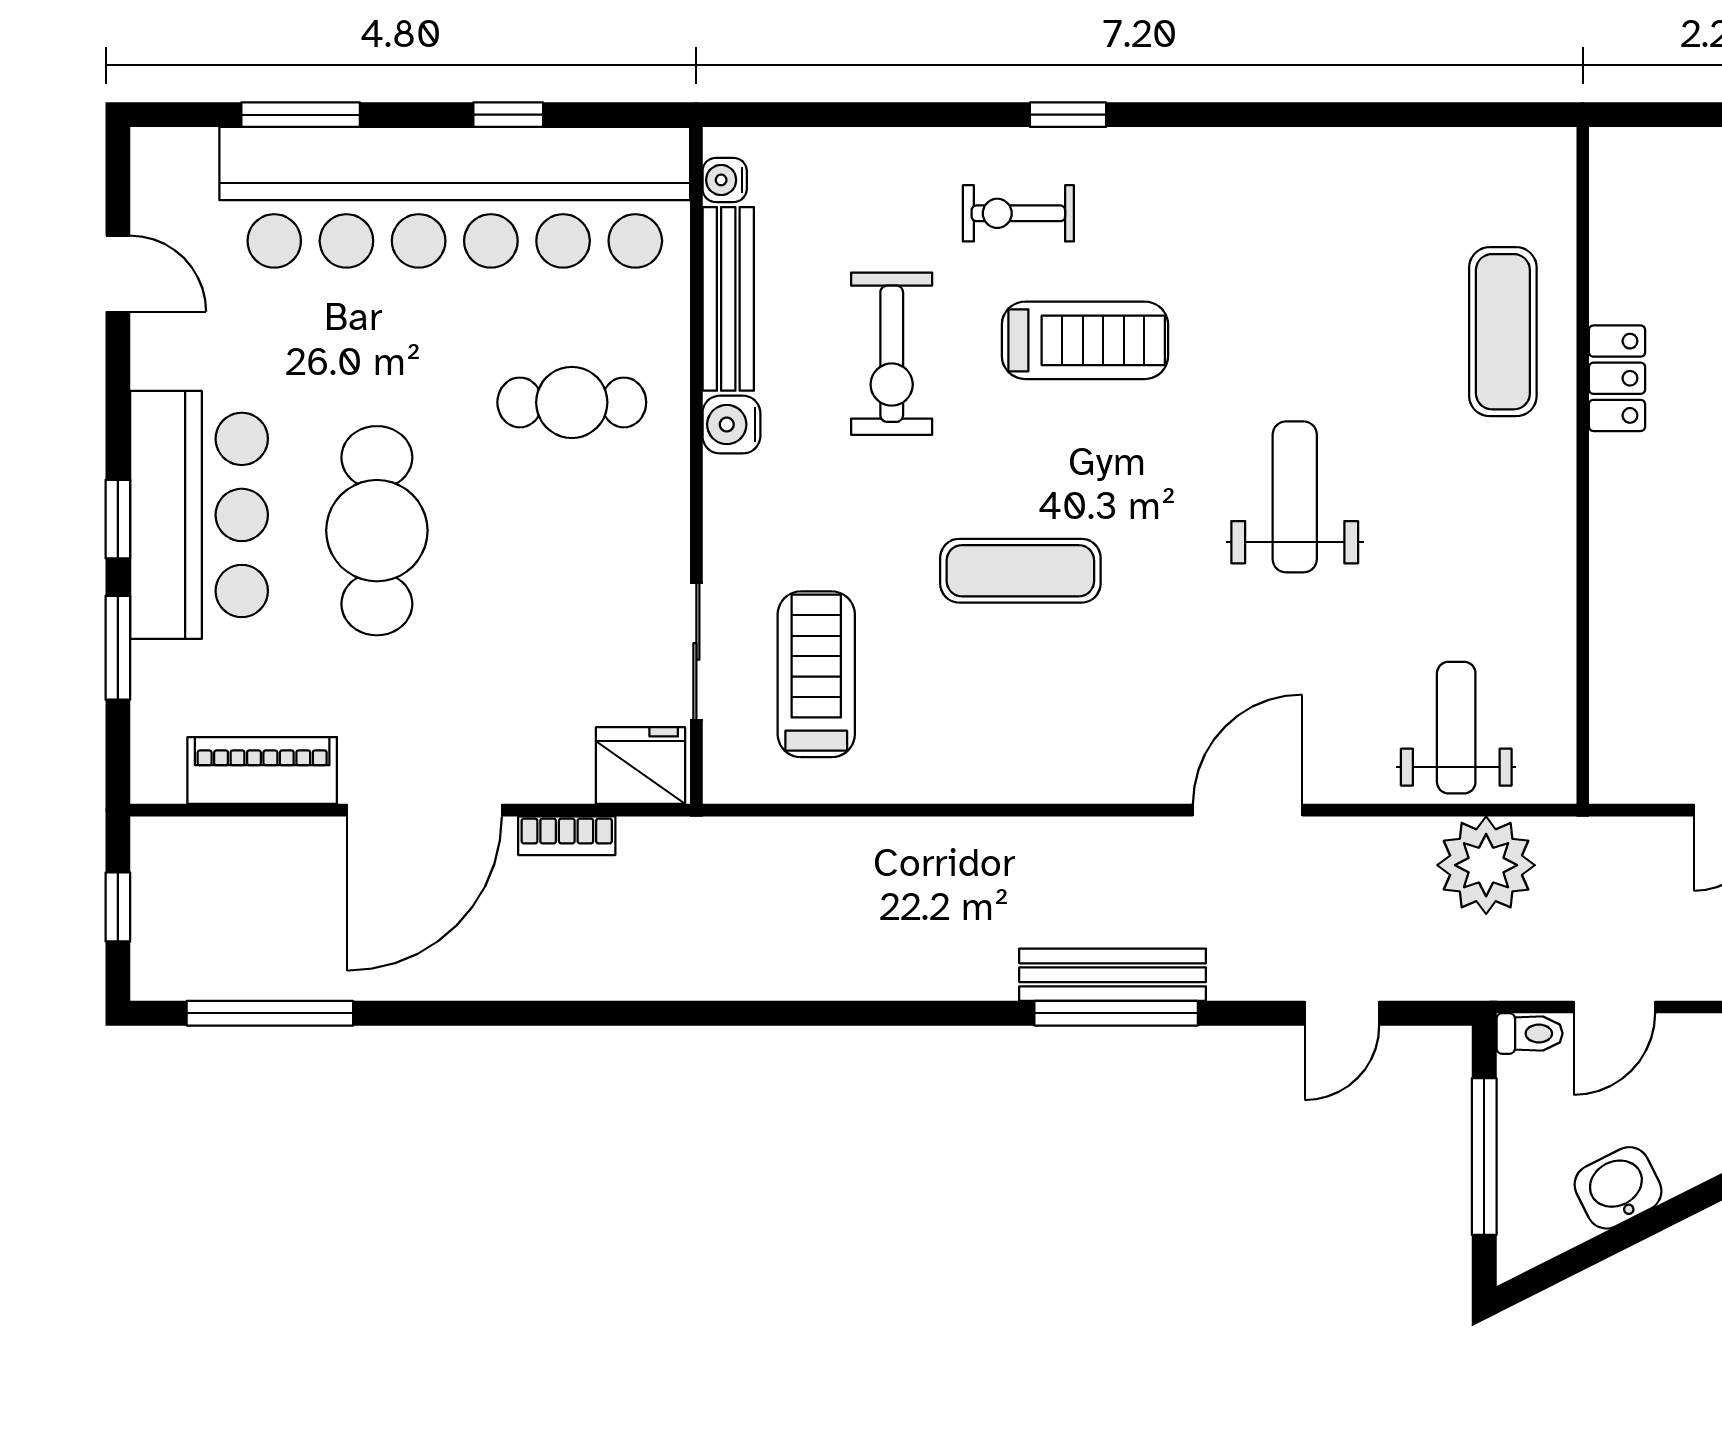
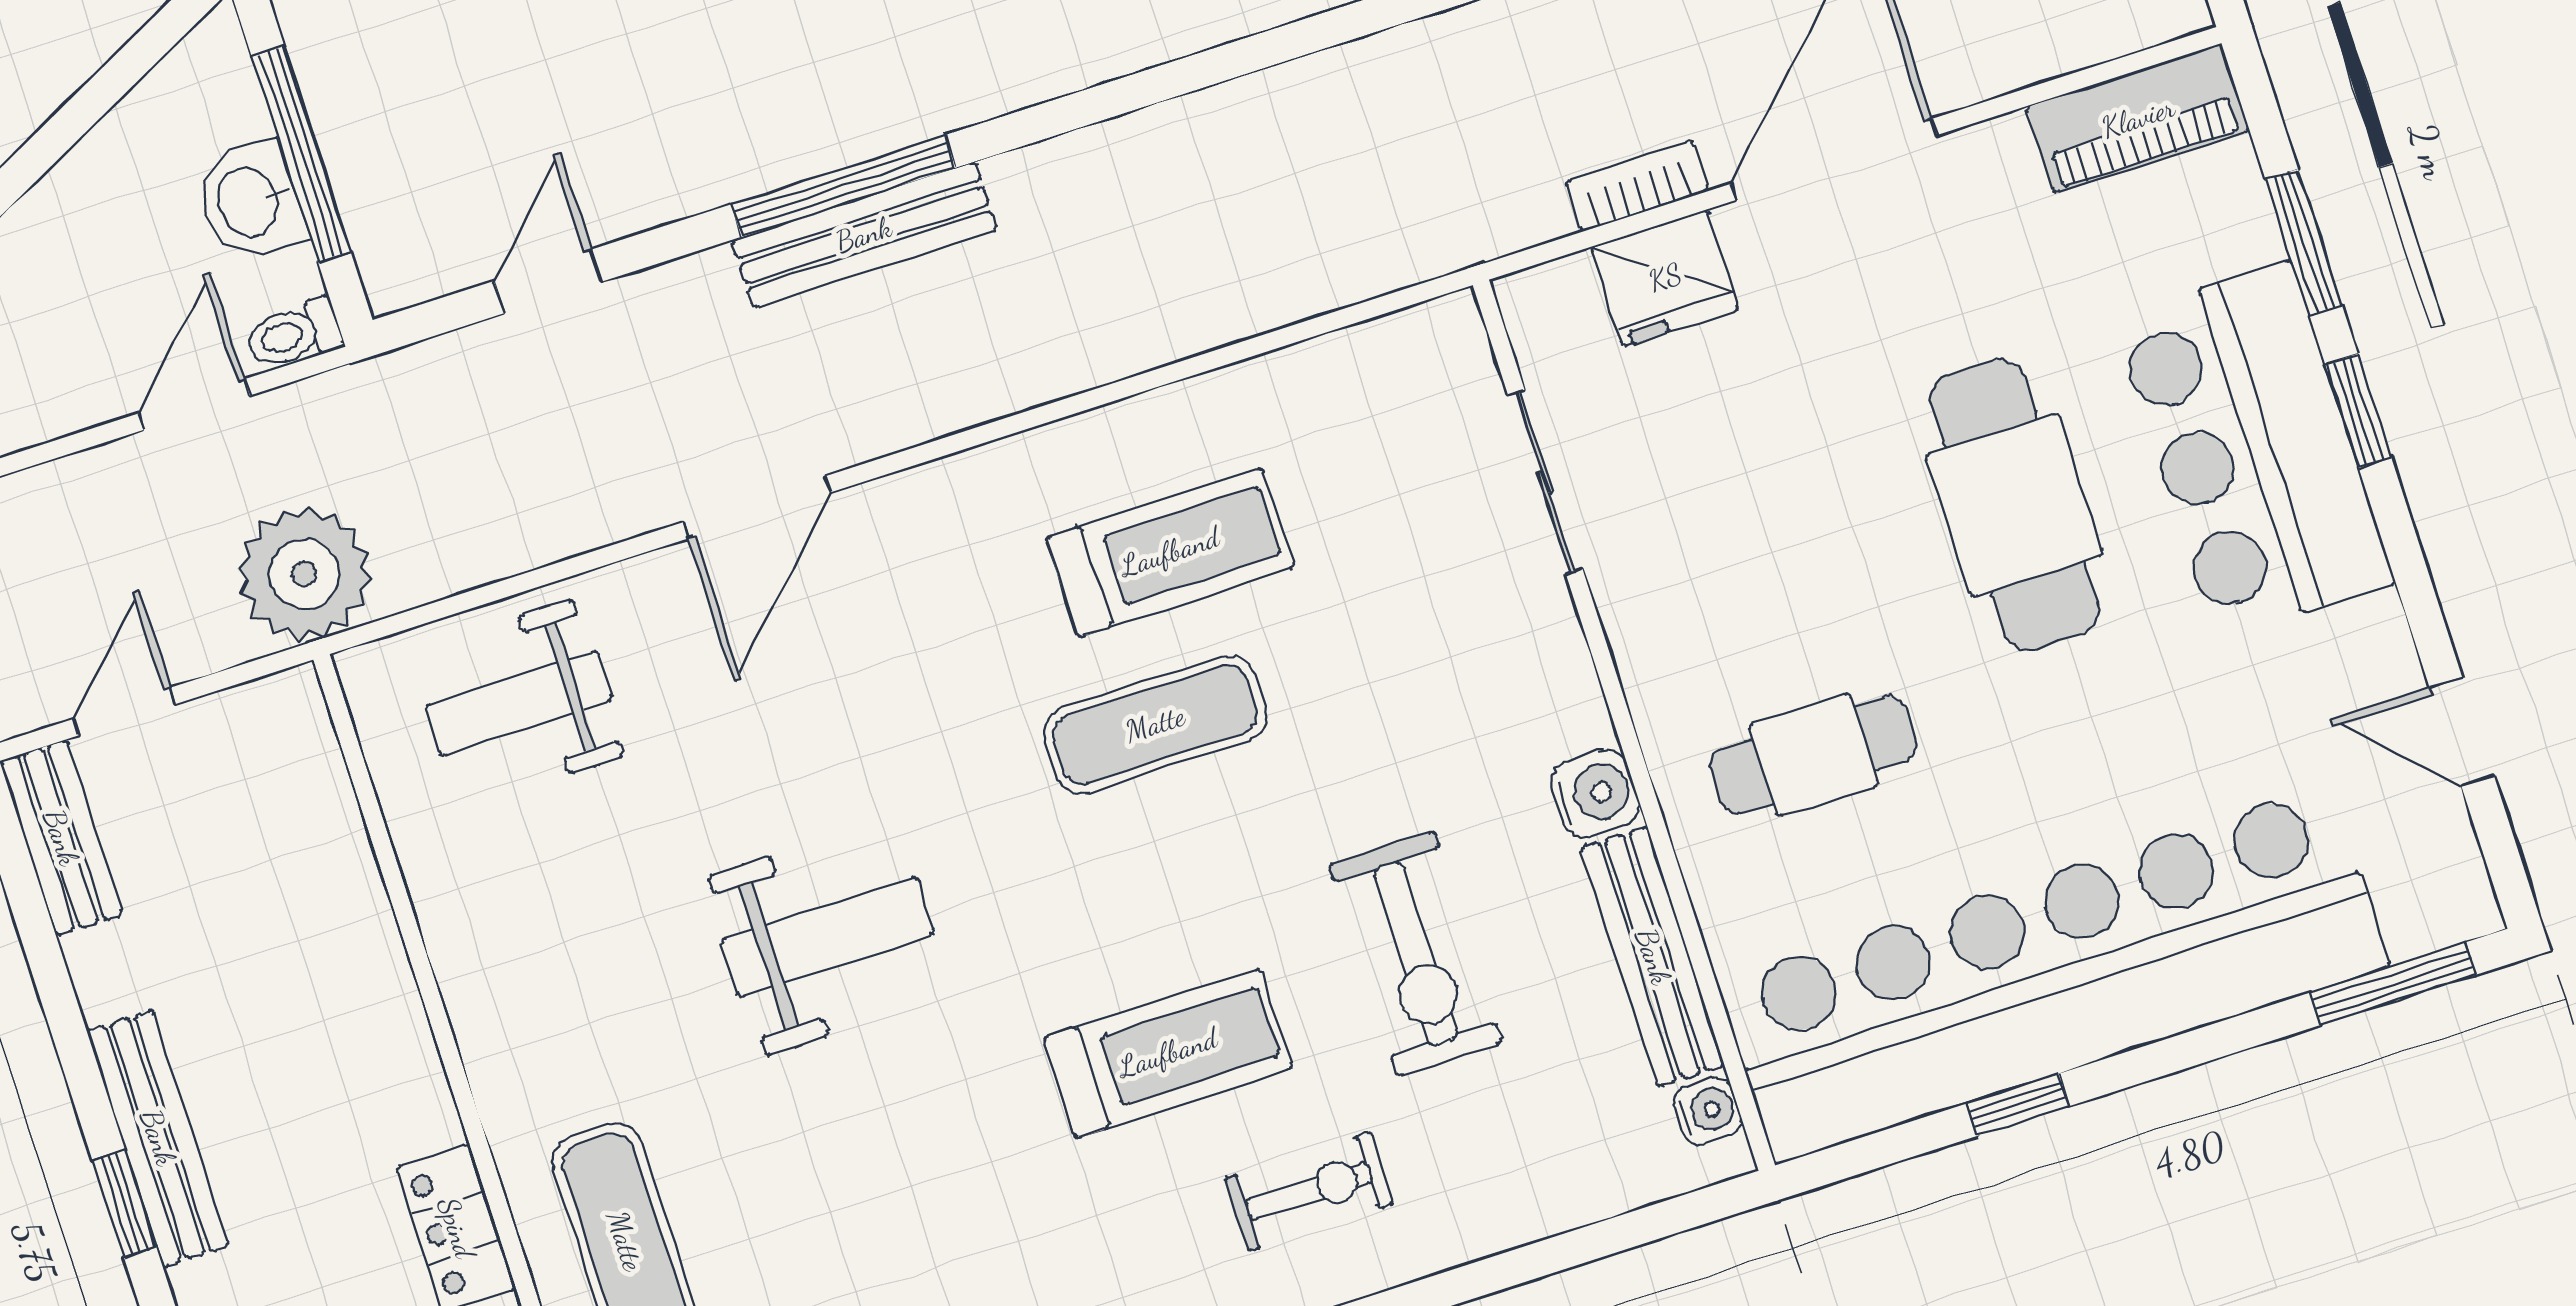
window: (301, 115) -> (2393, 984), moved
treadmill: (1085, 340) -> (1168, 1053), turned 180
exercise bike: (892, 354) -> (1416, 954), turned 180
weight bench: (1295, 497) -> (828, 937), turned -90
treadmill: (816, 674) -> (1170, 552), moved, turned -90
weight bench: (1456, 728) -> (519, 703), turned 90
fridge: (641, 766) -> (1665, 278), moved
piano: (262, 771) -> (2138, 118), moved
plant: (1486, 865) -> (304, 574), moved
washbasin: (1618, 1188) -> (250, 201), moved, turned 117

